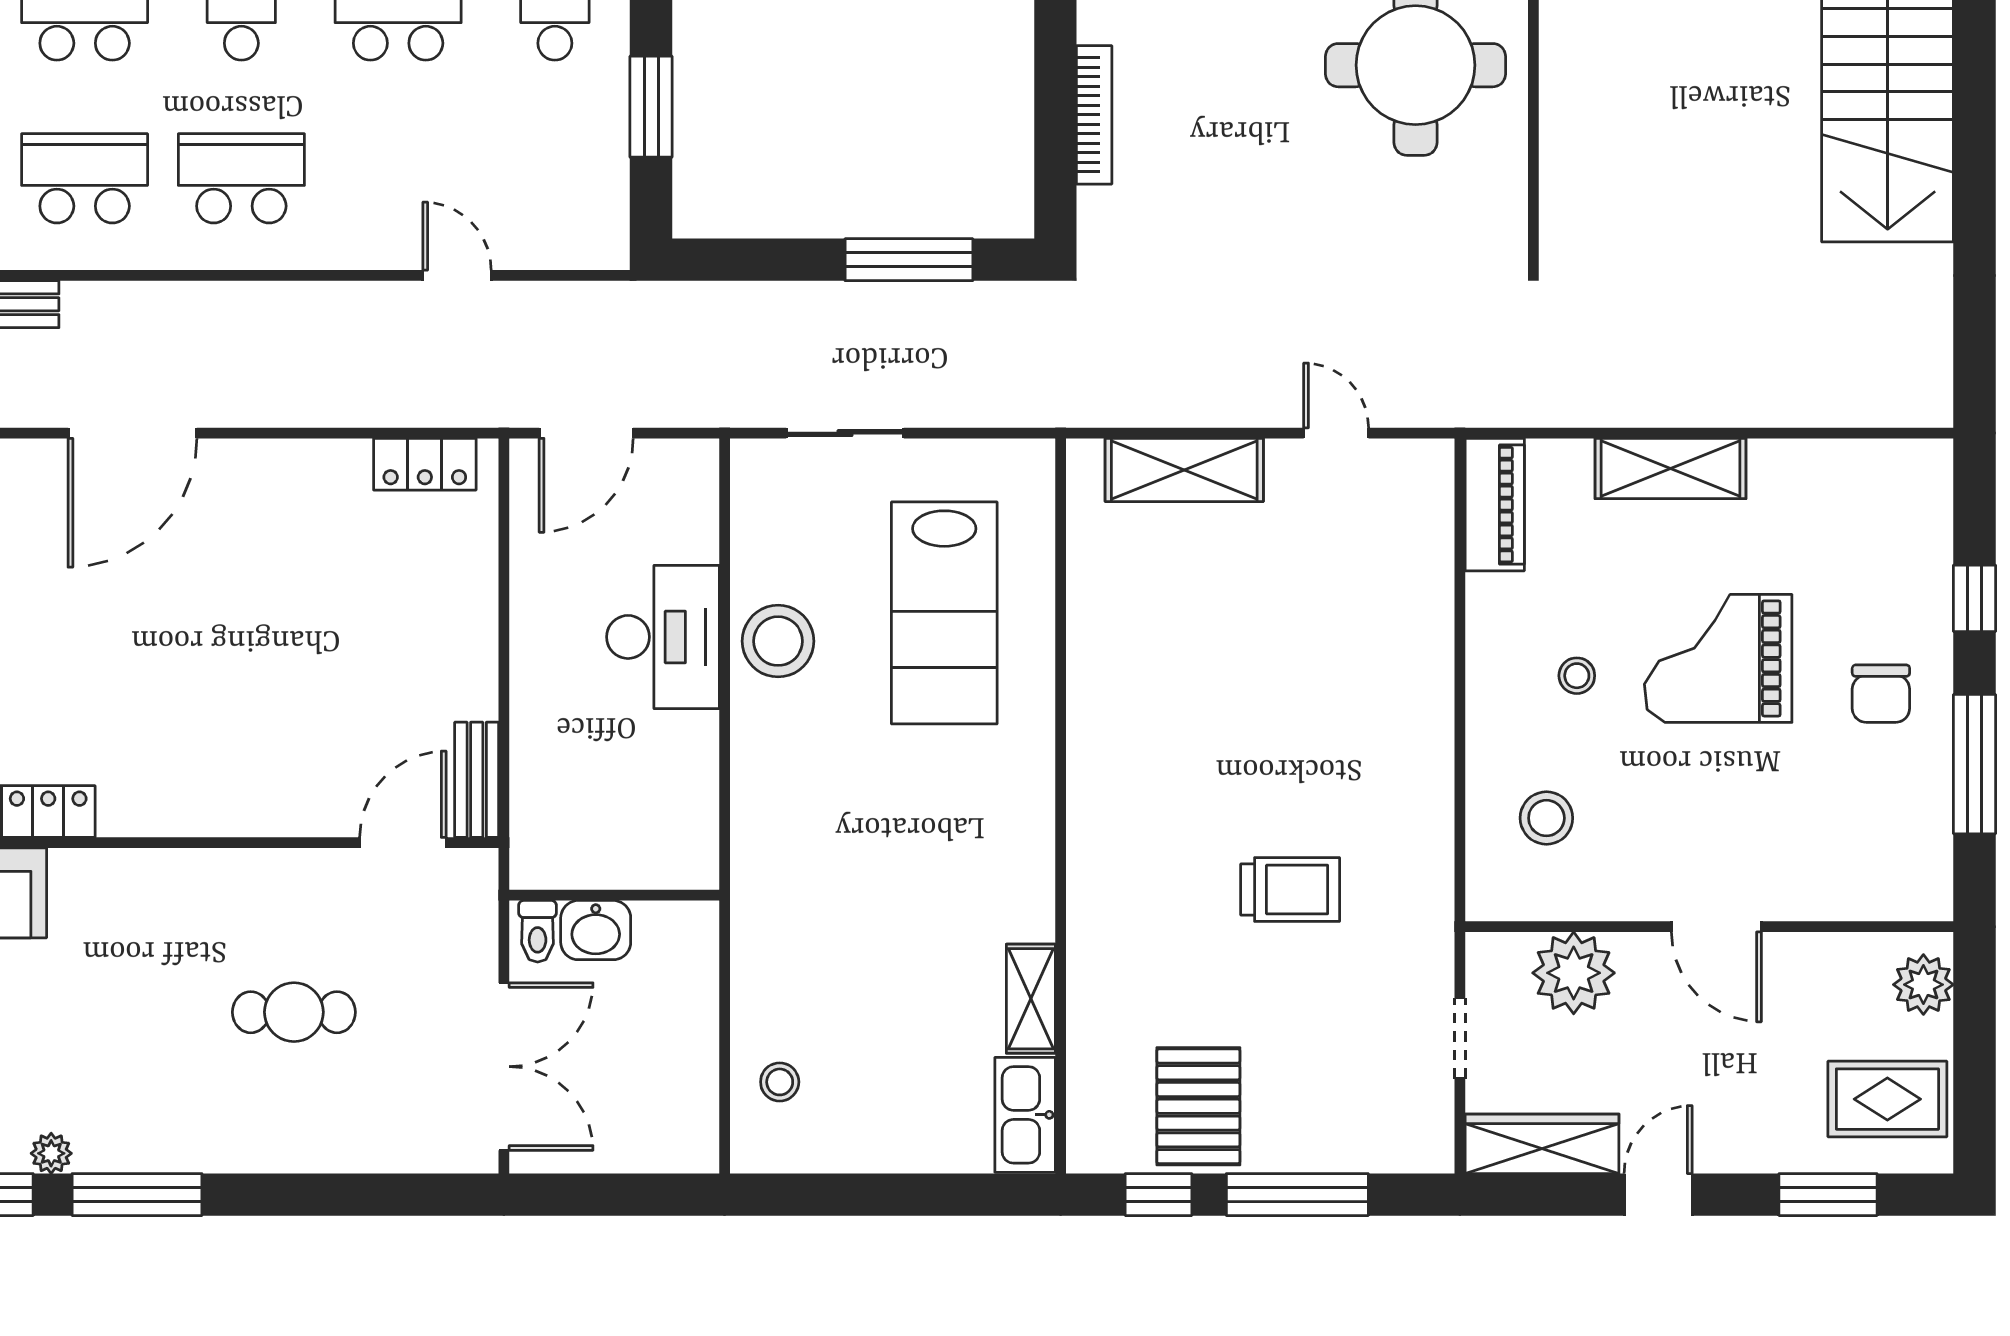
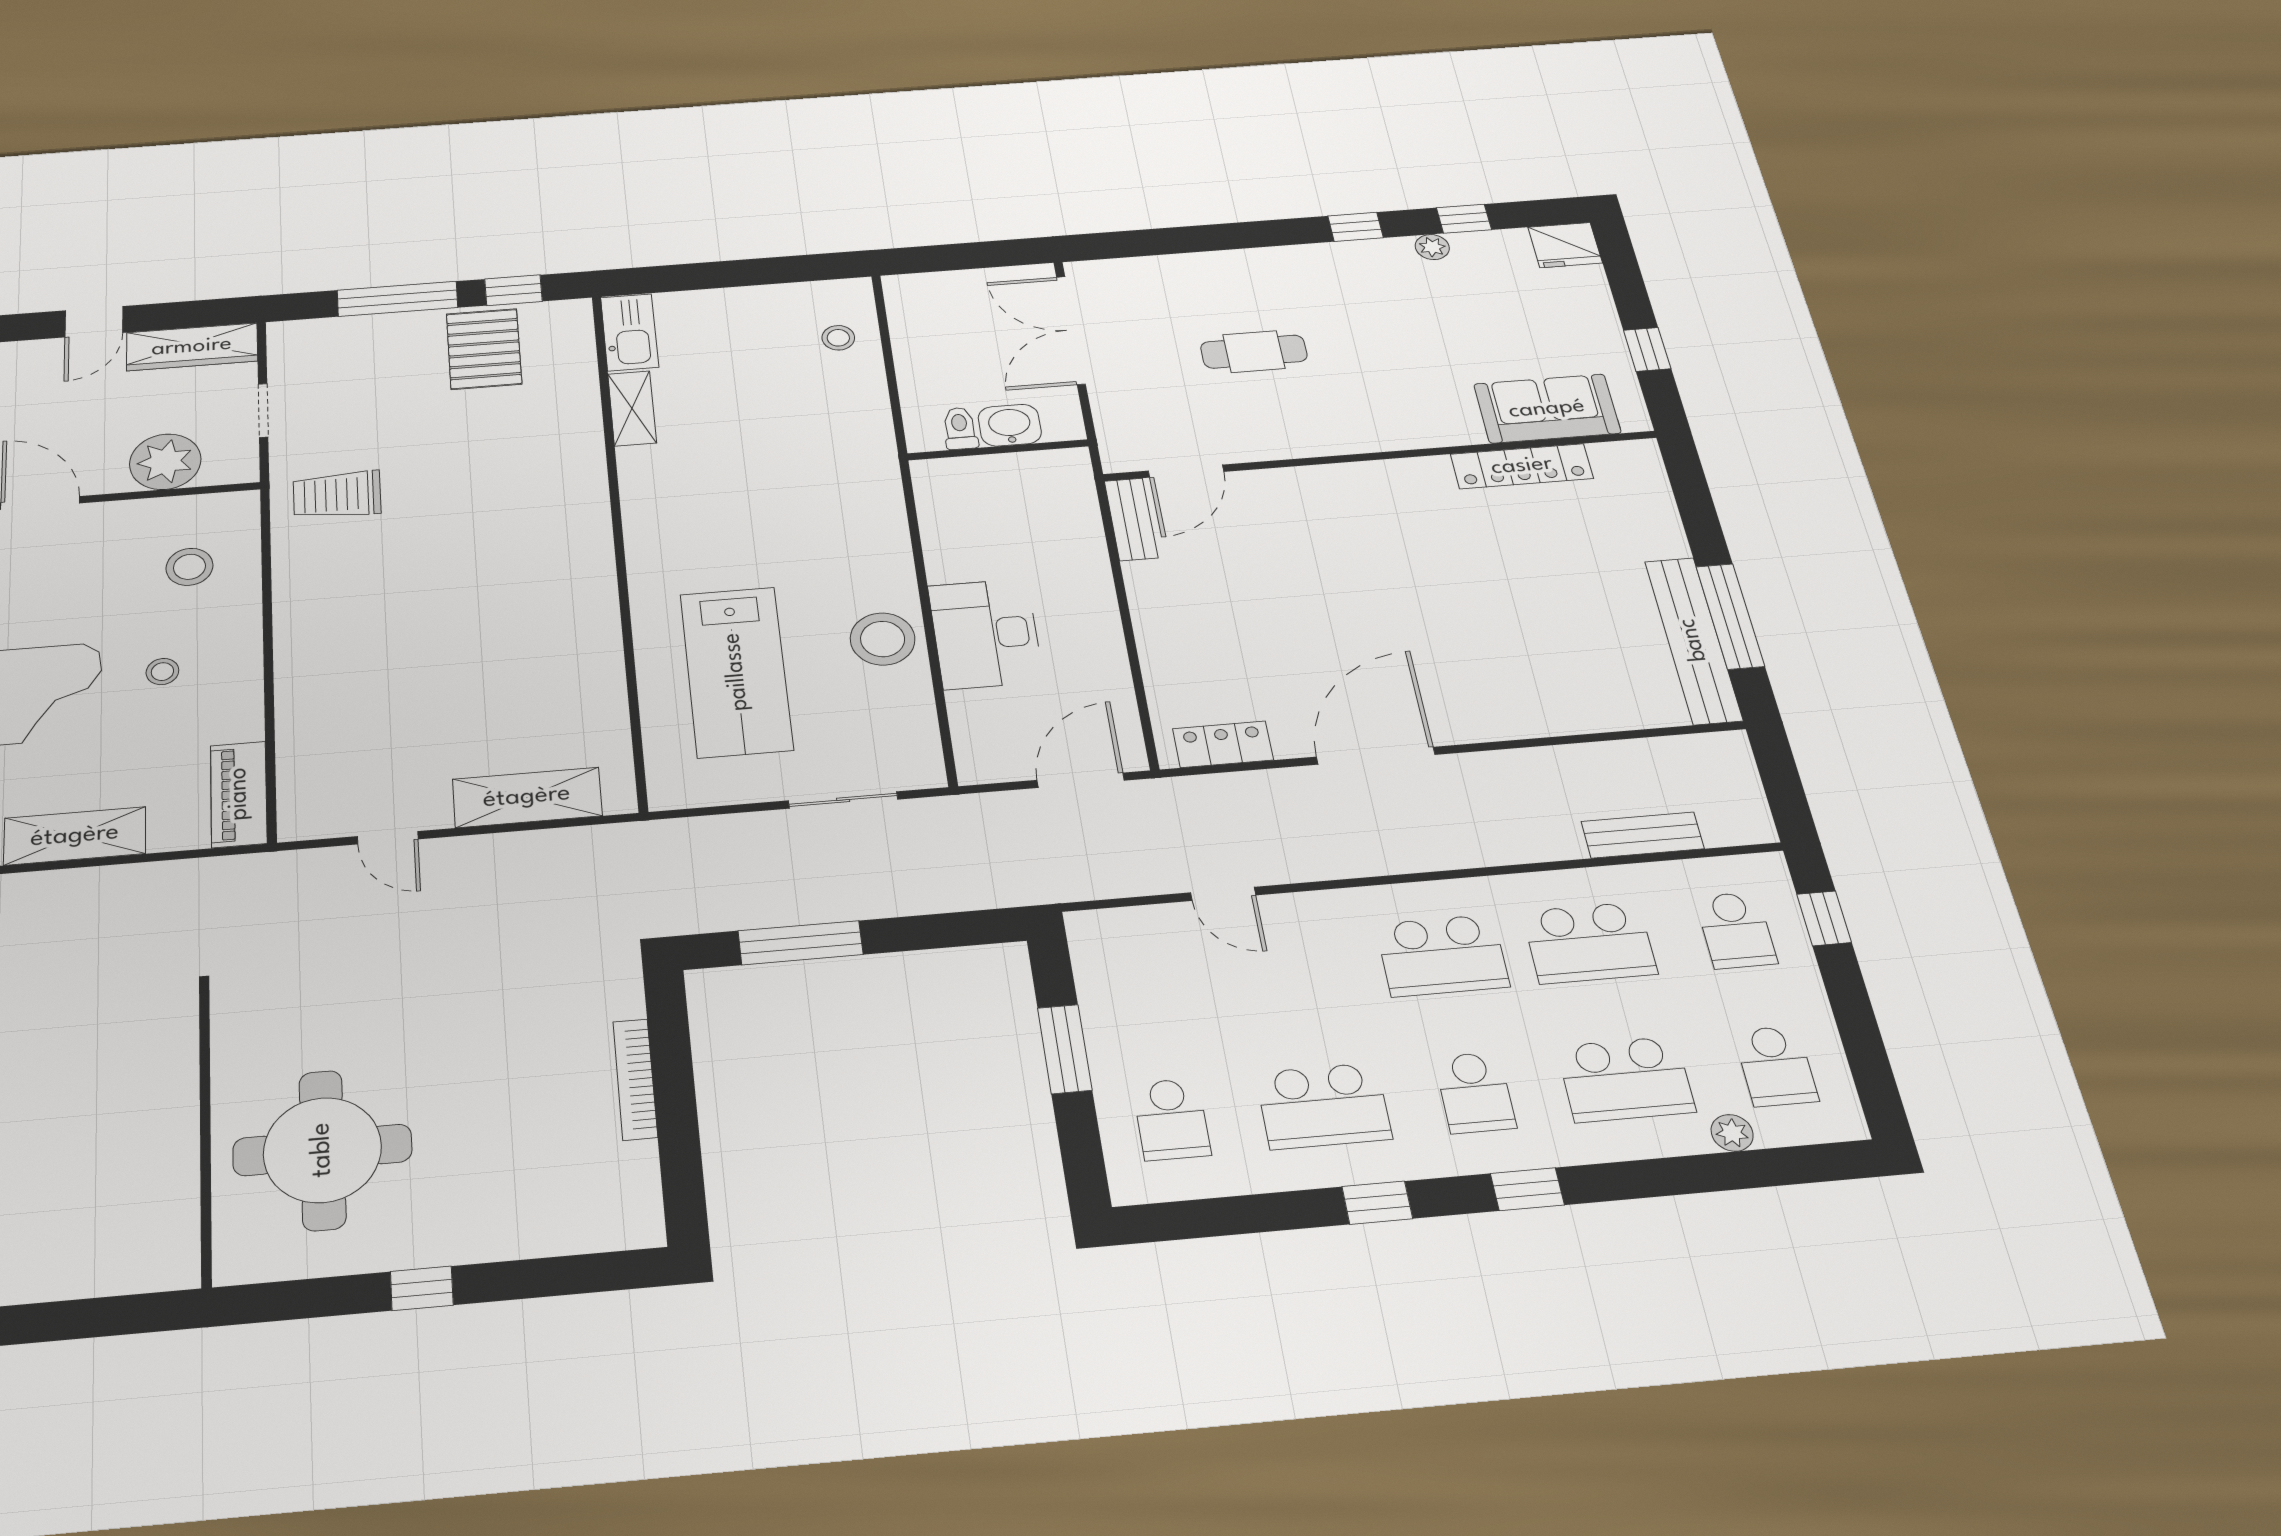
door: (133, 433) -> (1376, 756), moved
lab bench: (944, 613) -> (736, 672), turned 180
trolley: (1290, 890) -> (337, 495), moved
toilet: (538, 931) -> (960, 428), moved
window: (137, 1195) -> (1356, 227), width x0.46

